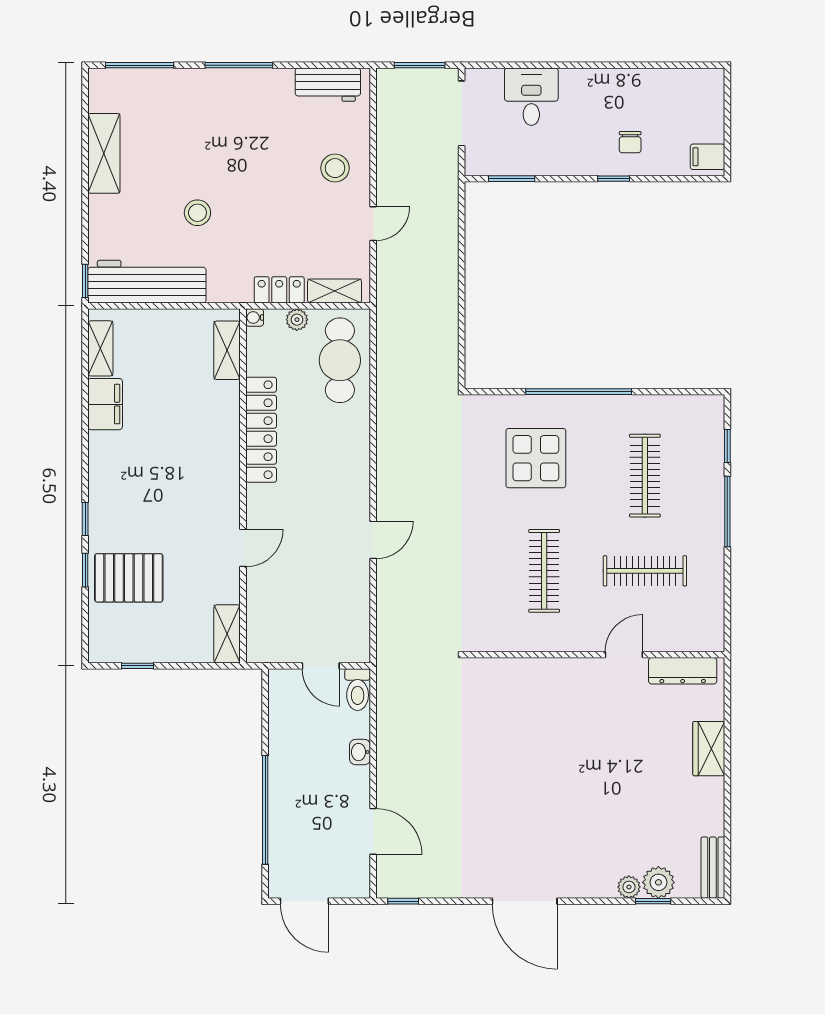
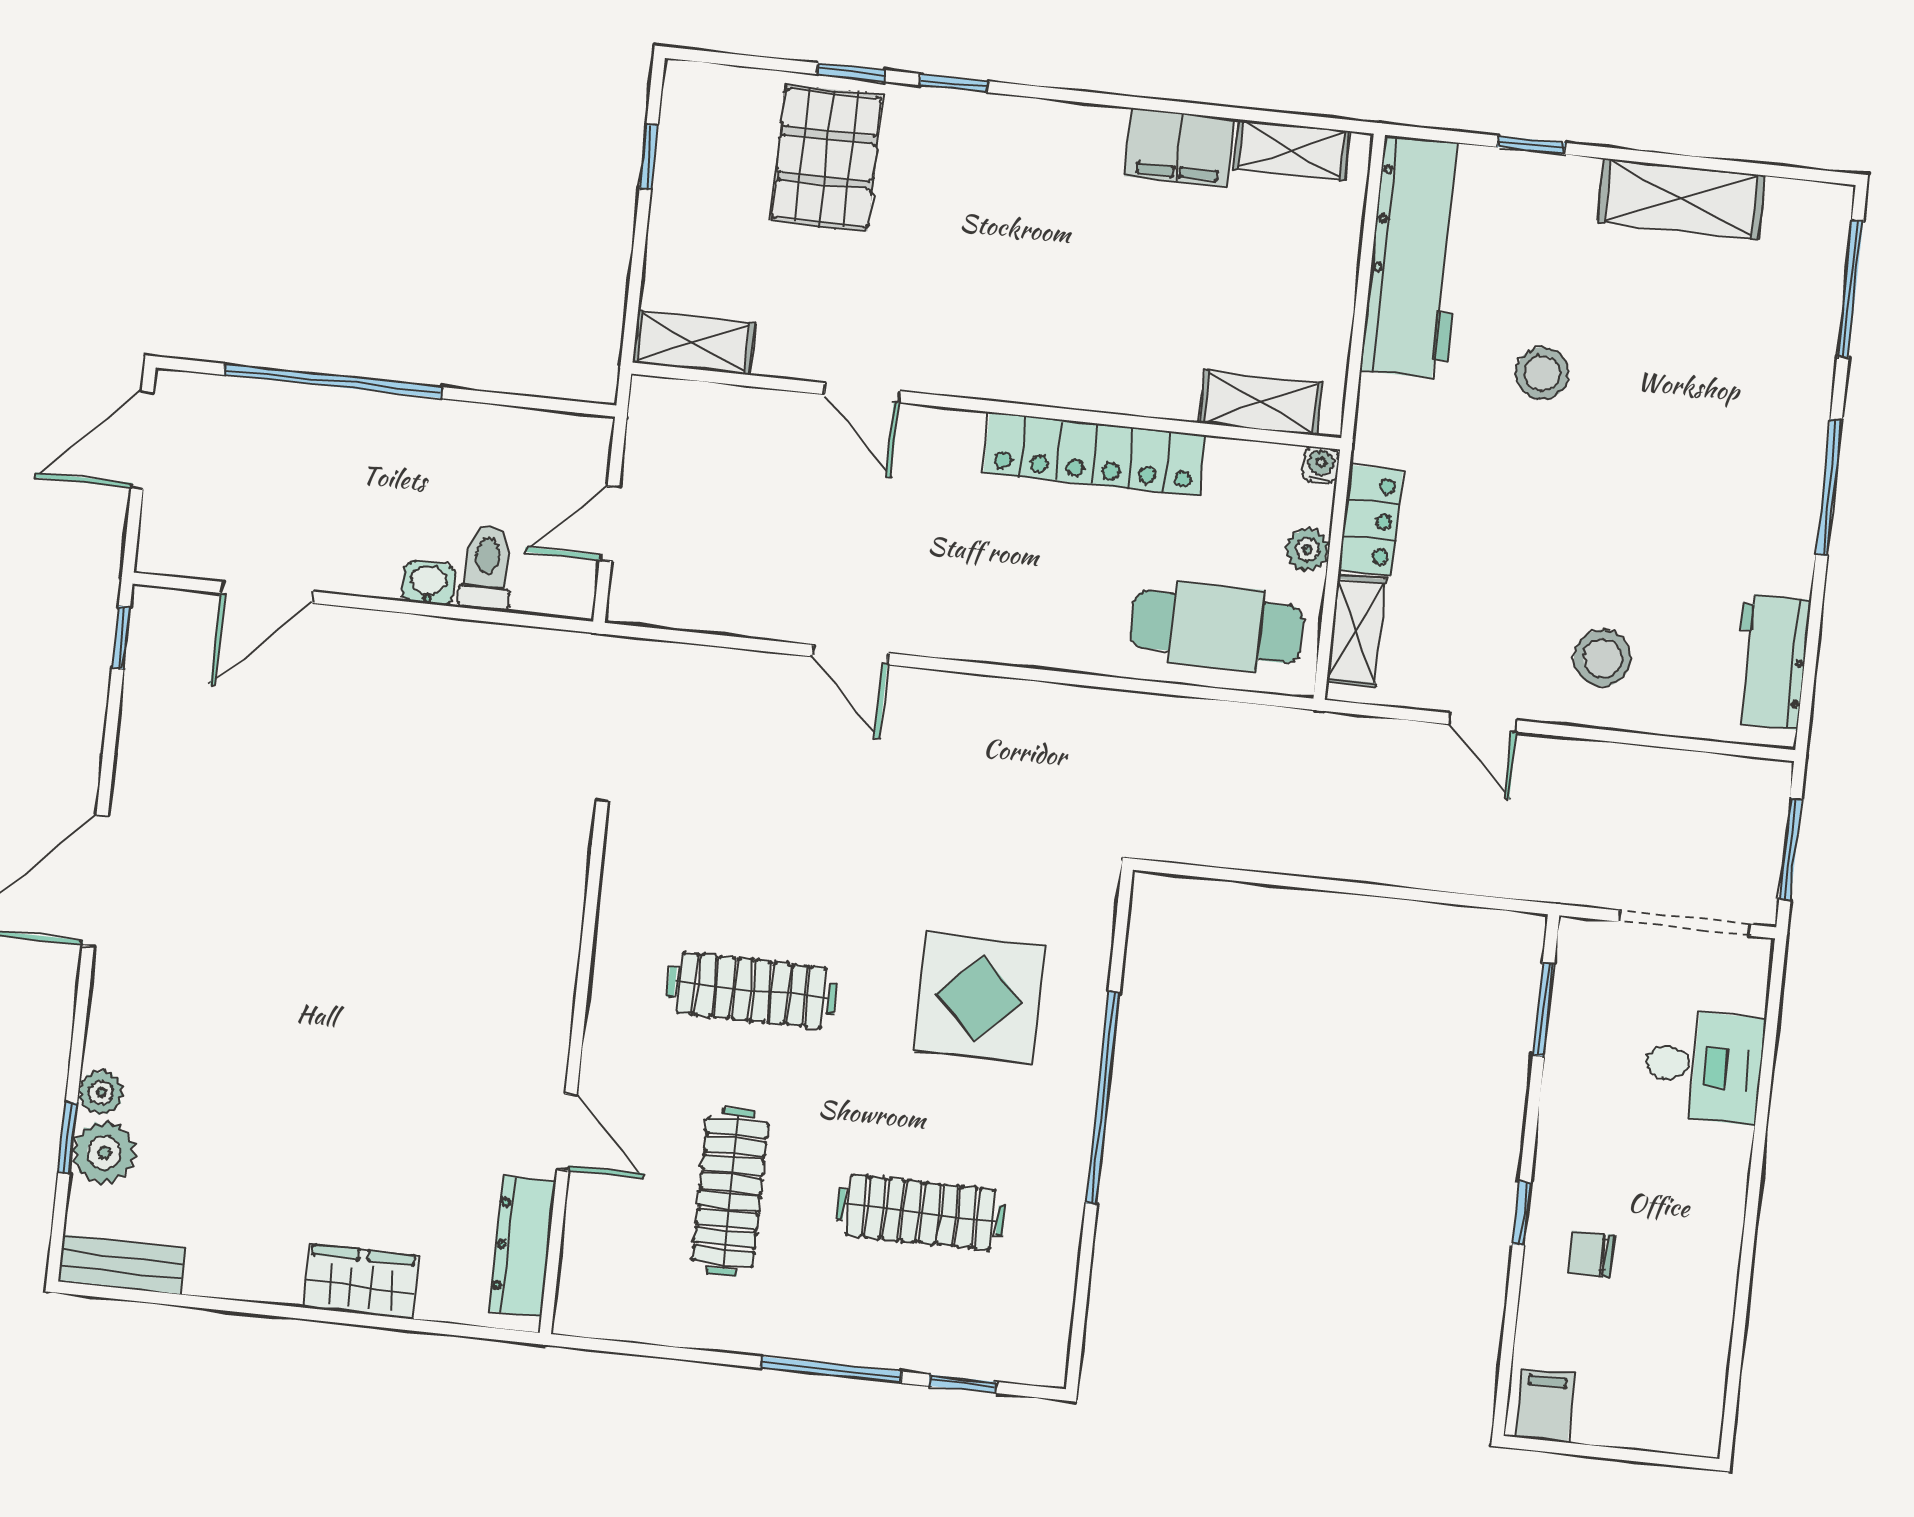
window: (85, 281) -> (1531, 145), moved
toilet: (358, 690) -> (487, 568), moved, turned 90

